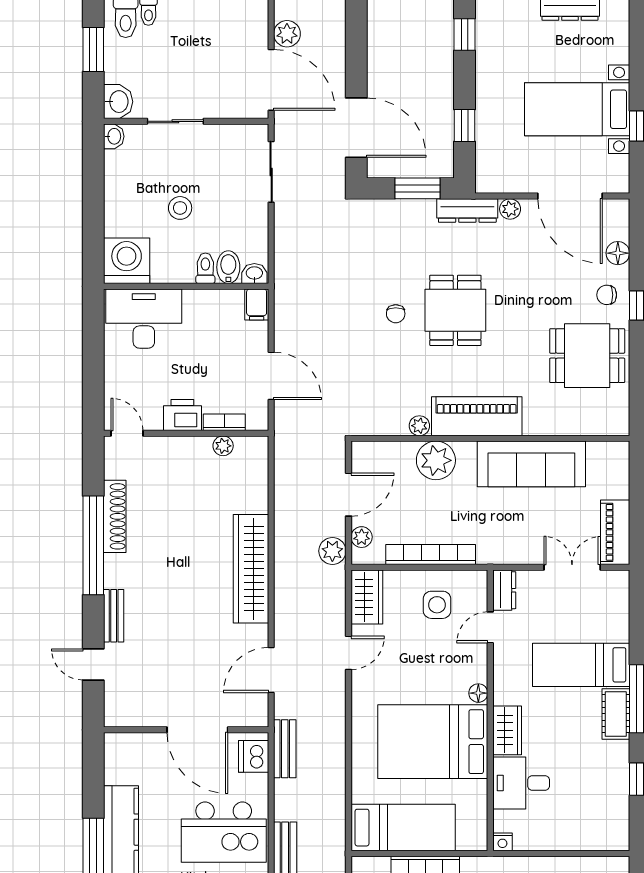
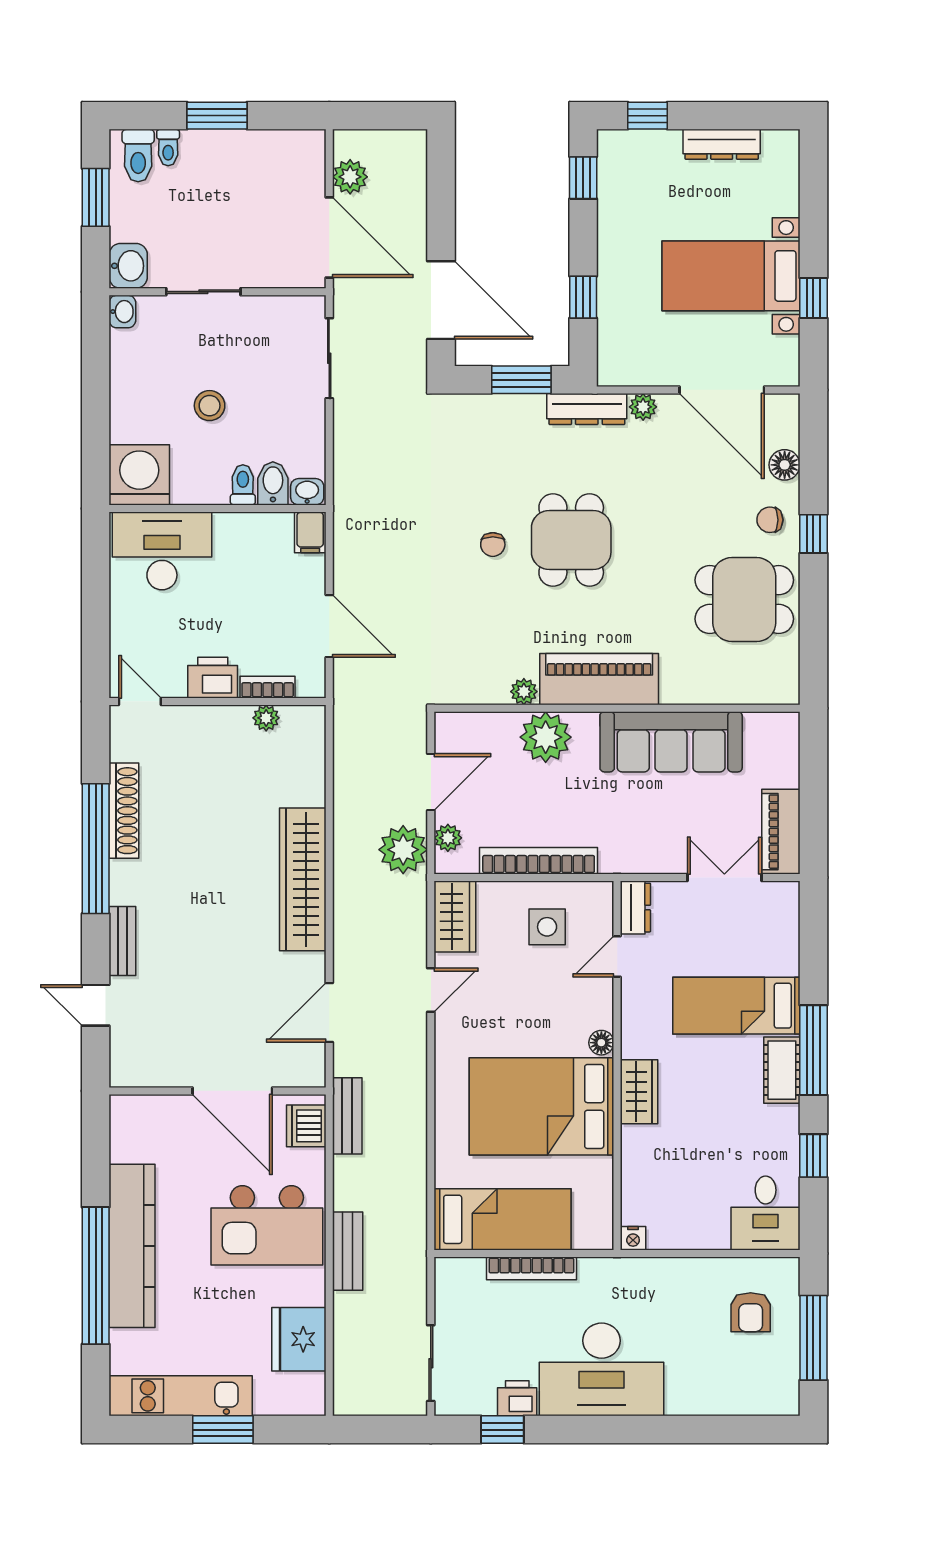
plant: (332, 551) -> (403, 850), width x1.36, depth x1.36
desk: (521, 783) -> (766, 1213), moved, turned -90

